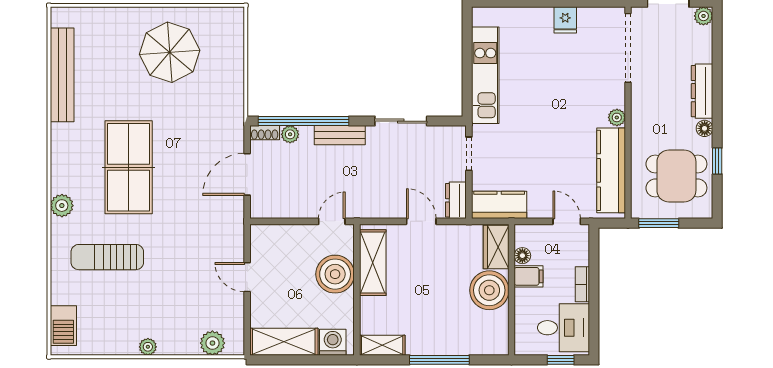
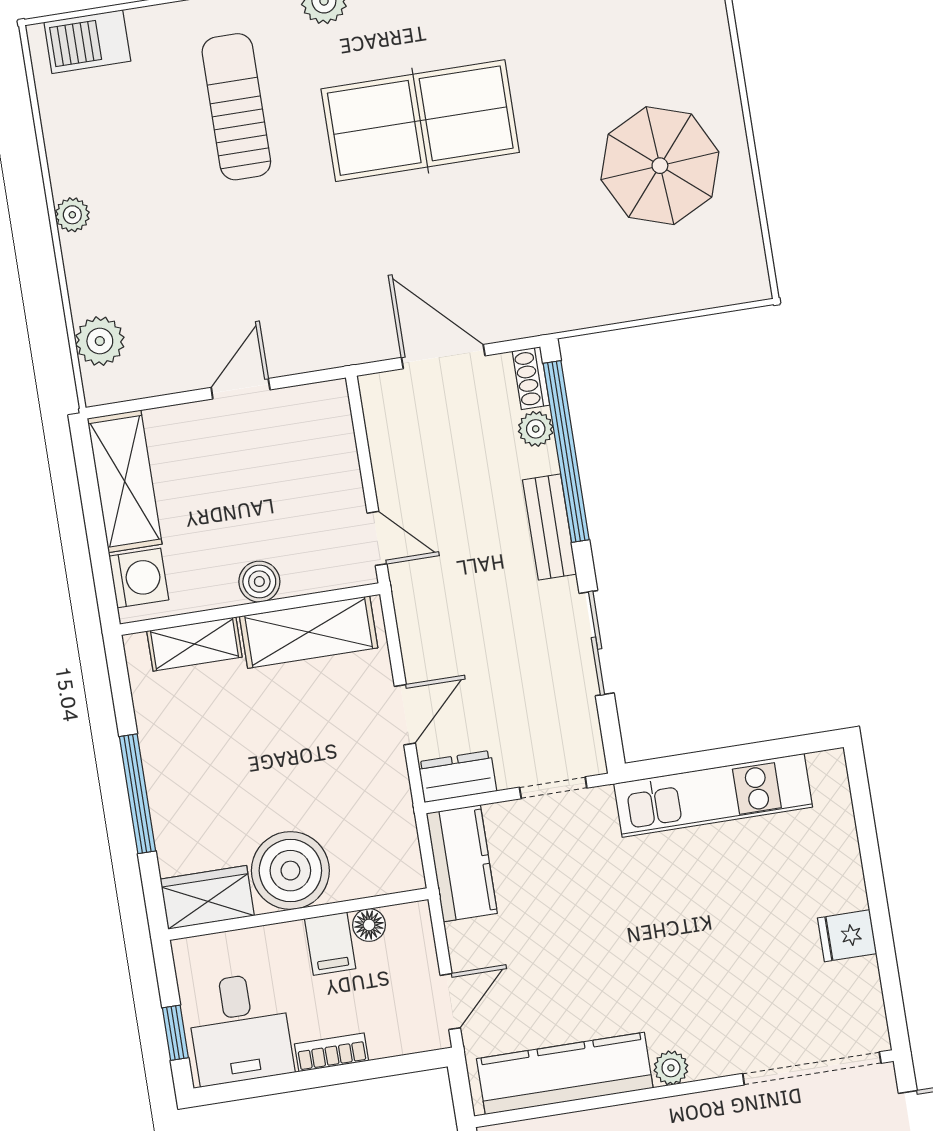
wardrobe: (496, 247) -> (207, 897), moved
boiler: (335, 274) -> (259, 582), width x0.54, depth x0.54
shelving: (382, 345) -> (194, 644), moved, turned 90

